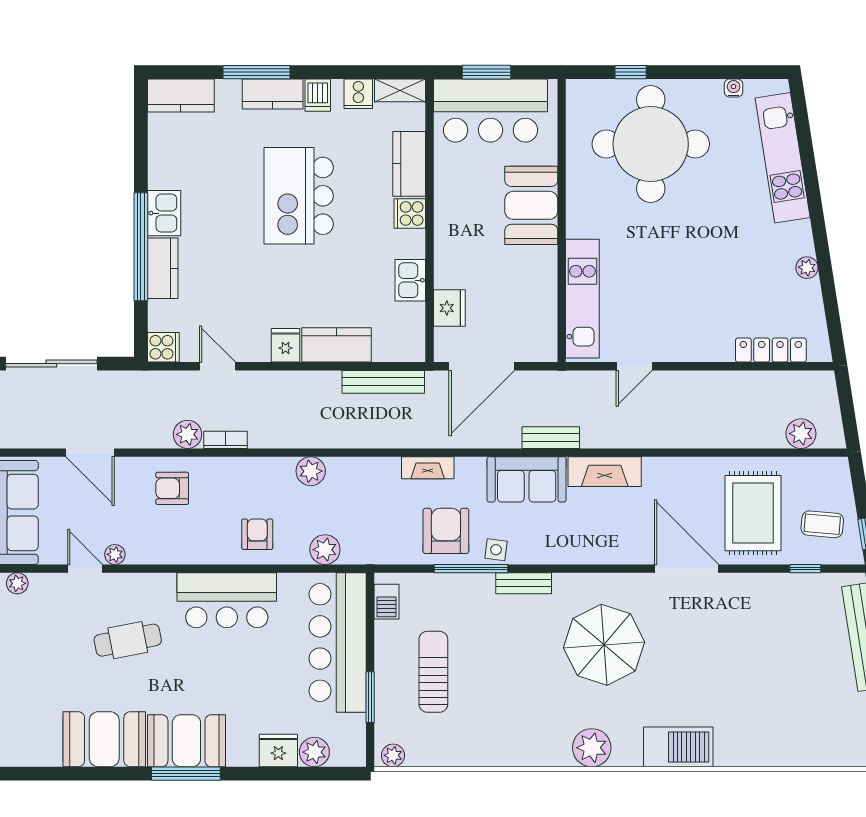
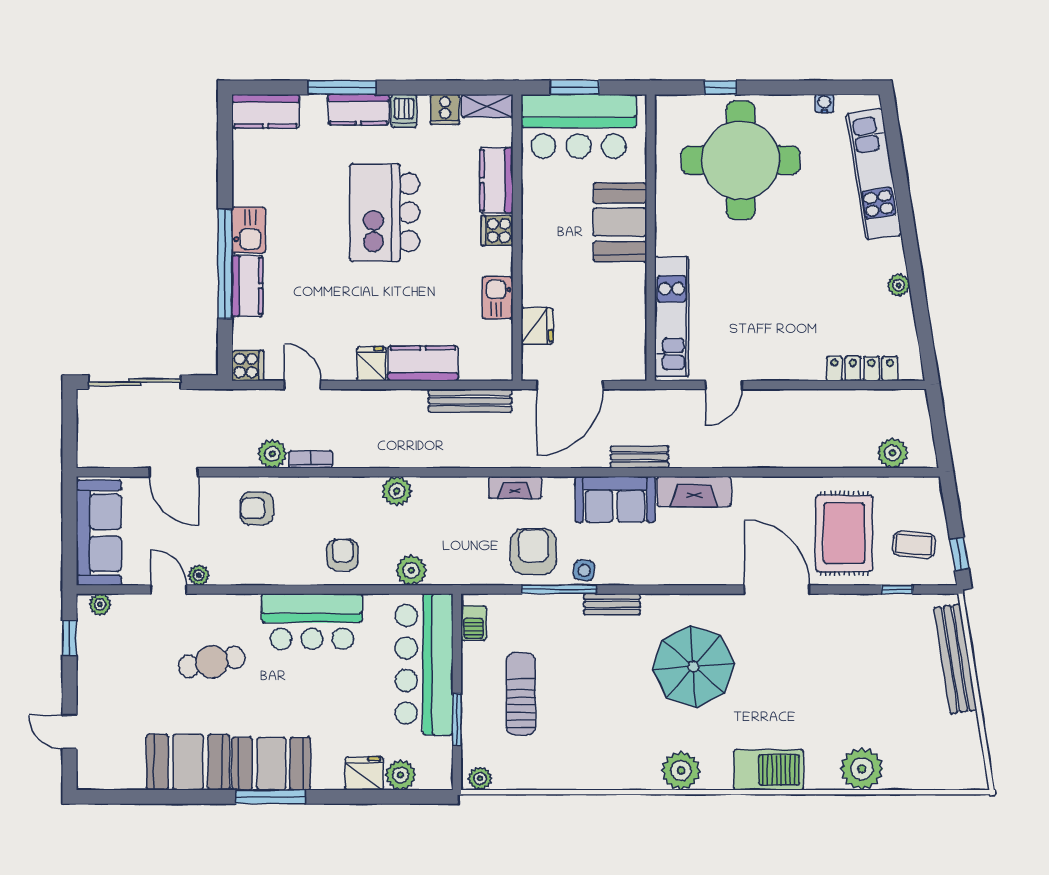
plant: (771, 746) -> (862, 769), added

